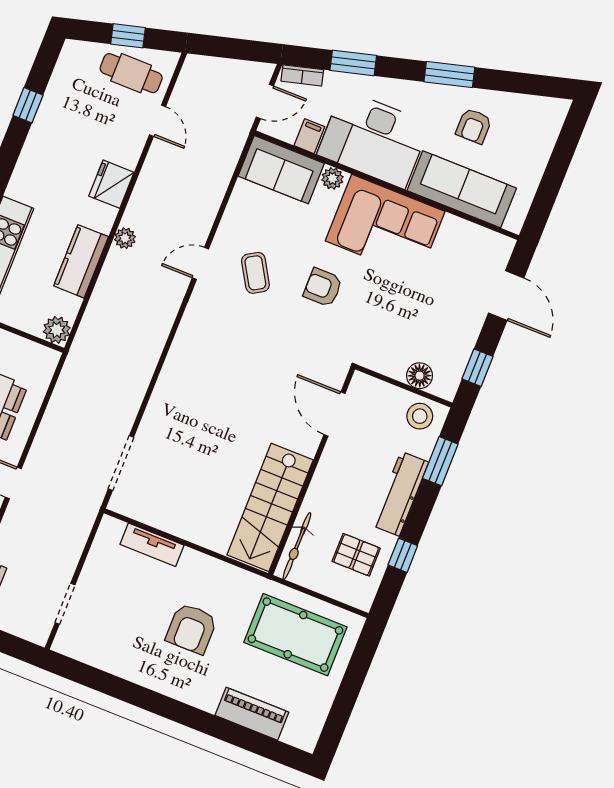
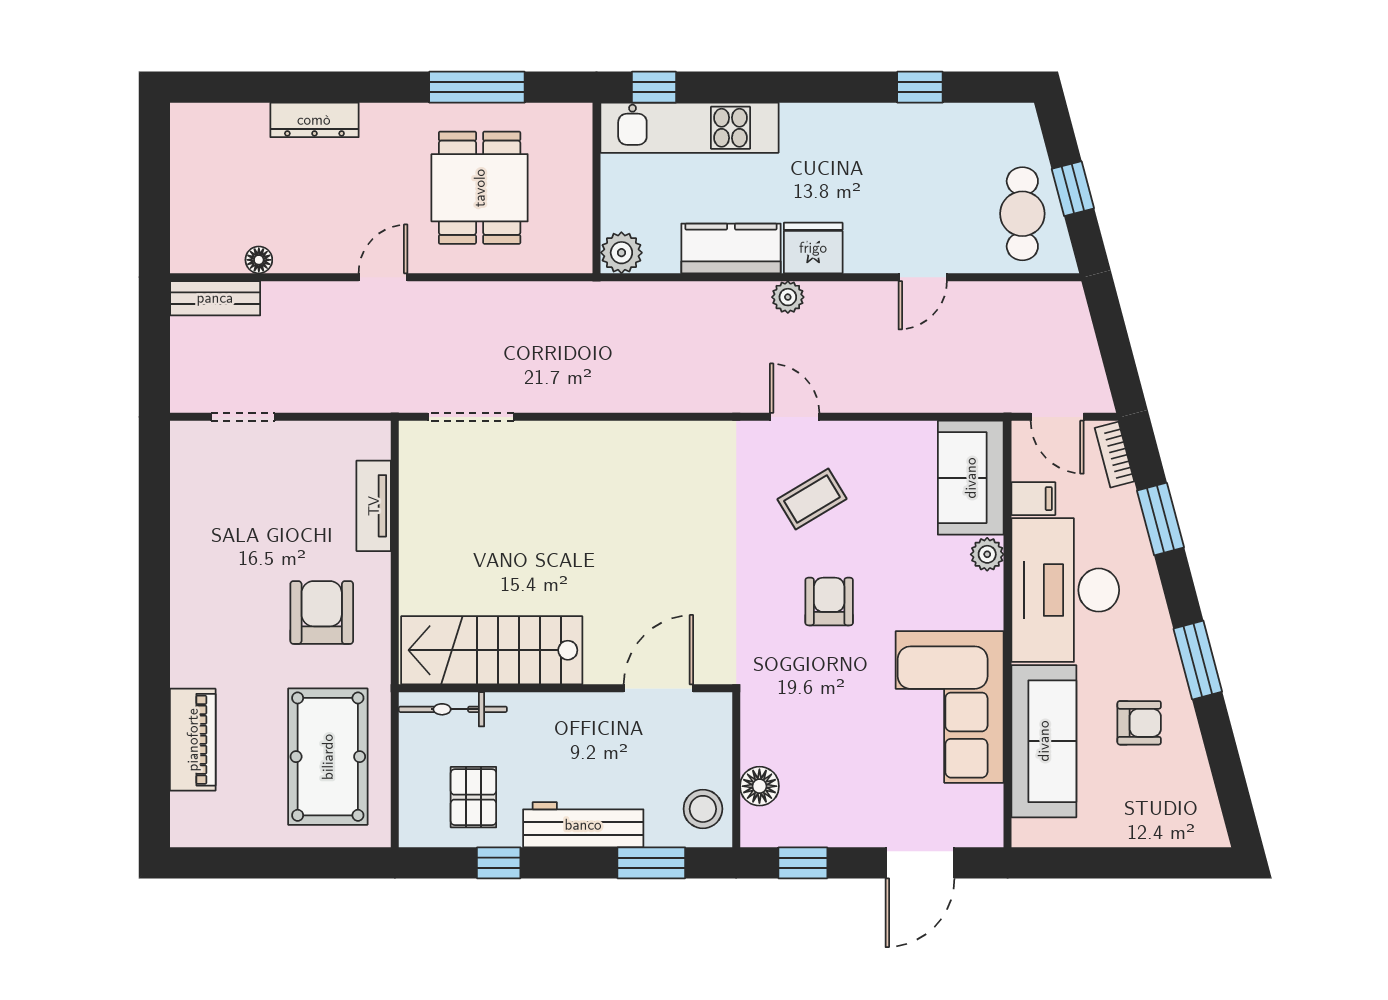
door: (157, 121) -> (923, 277), moved
armchair: (474, 126) -> (1139, 723), turned 180
fridge: (111, 184) -> (813, 248), moved
corner sofa: (385, 226) -> (950, 707), moved
armchair: (191, 629) -> (322, 613), moved, turned 90

